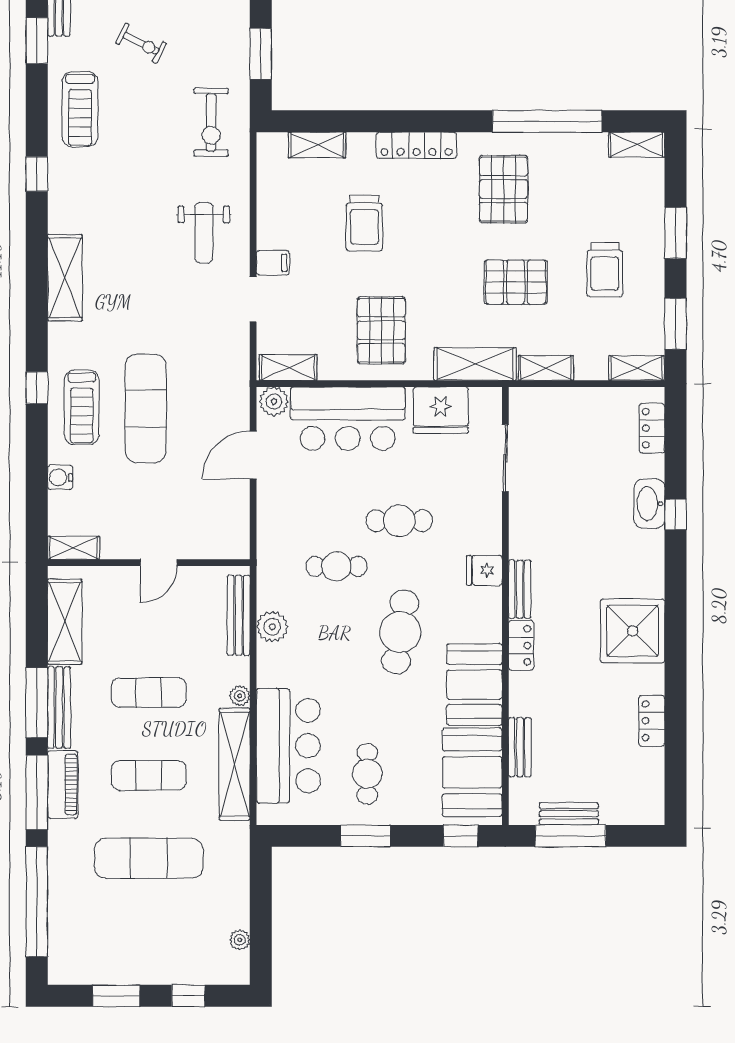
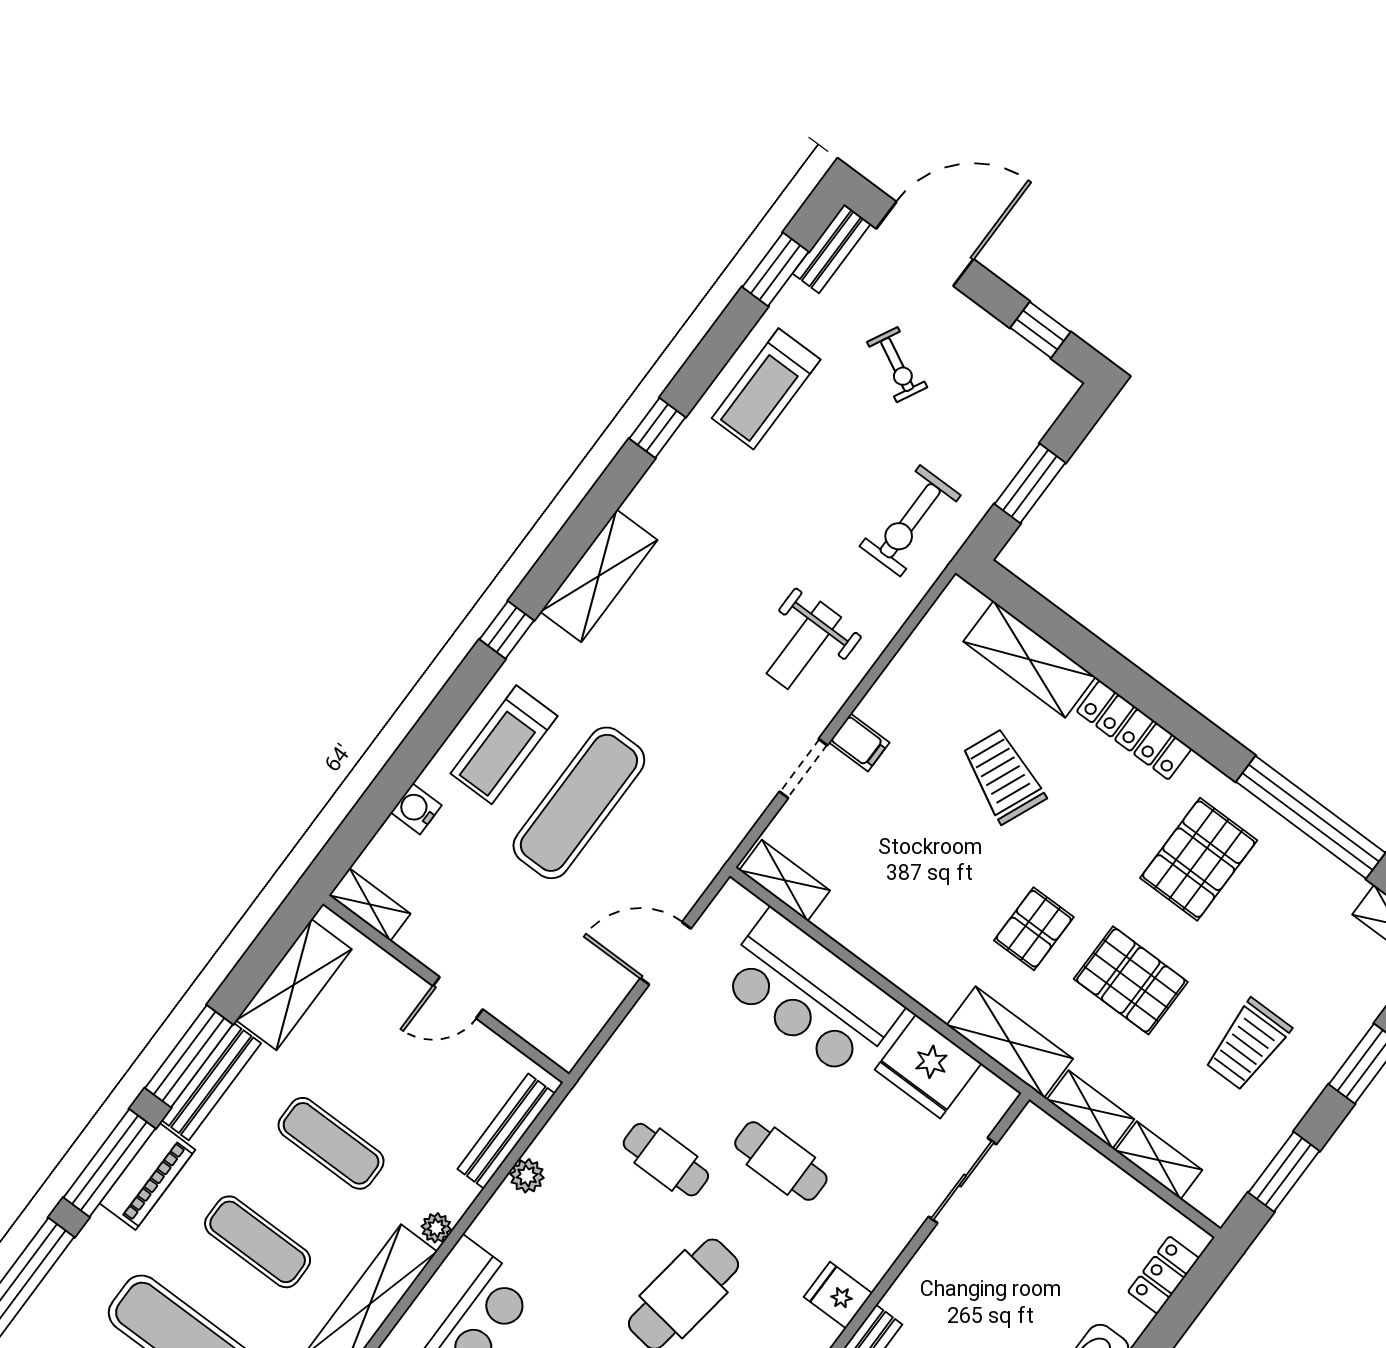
shelving: (317, 145) -> (1029, 659), width x1.50, depth x1.33
trolley: (364, 223) -> (1003, 776), turned 113
pallet: (381, 330) -> (1034, 929), moved, width x0.67, depth x0.71
shelving: (636, 368) -> (1159, 1160), moved
window: (37, 388) -> (507, 630), moved
plant: (274, 401) -> (738, 908), removed
plant: (272, 627) -> (527, 1176), width x0.73, depth x0.73

